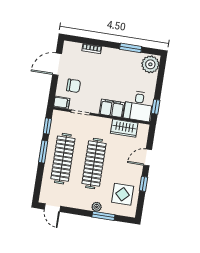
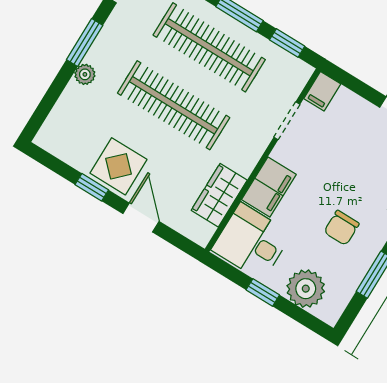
plant: (150, 64) -> (306, 289), moved
chair: (74, 86) -> (342, 228), moved
window: (156, 107) -> (263, 292), moved
display table: (123, 194) -> (119, 166), moved
window: (103, 216) -> (85, 42), moved

